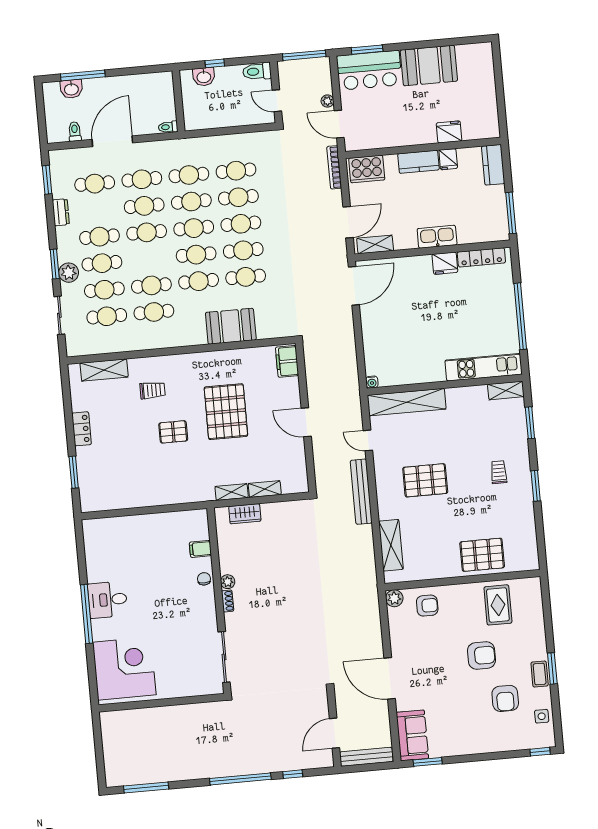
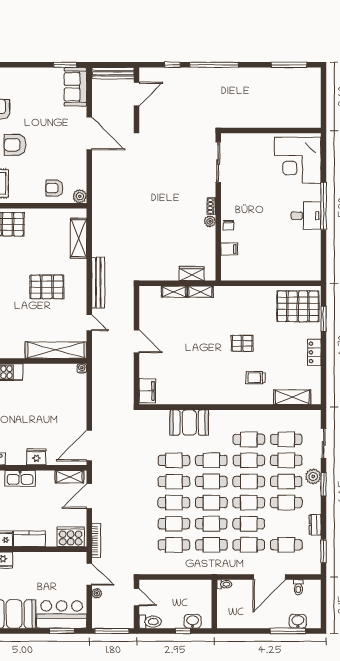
cafe table: (149, 259) -> (249, 482), added
fridge: (445, 263) -> (36, 457), moved
pallet: (226, 412) -> (298, 306), moved, turned 90

